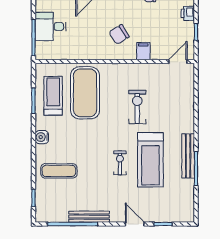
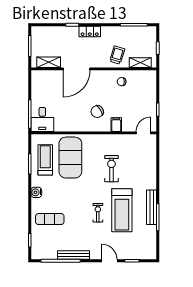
printer: (188, 13) -> (151, 95), removed
desk: (51, 27) -> (42, 119), moved, turned -90

